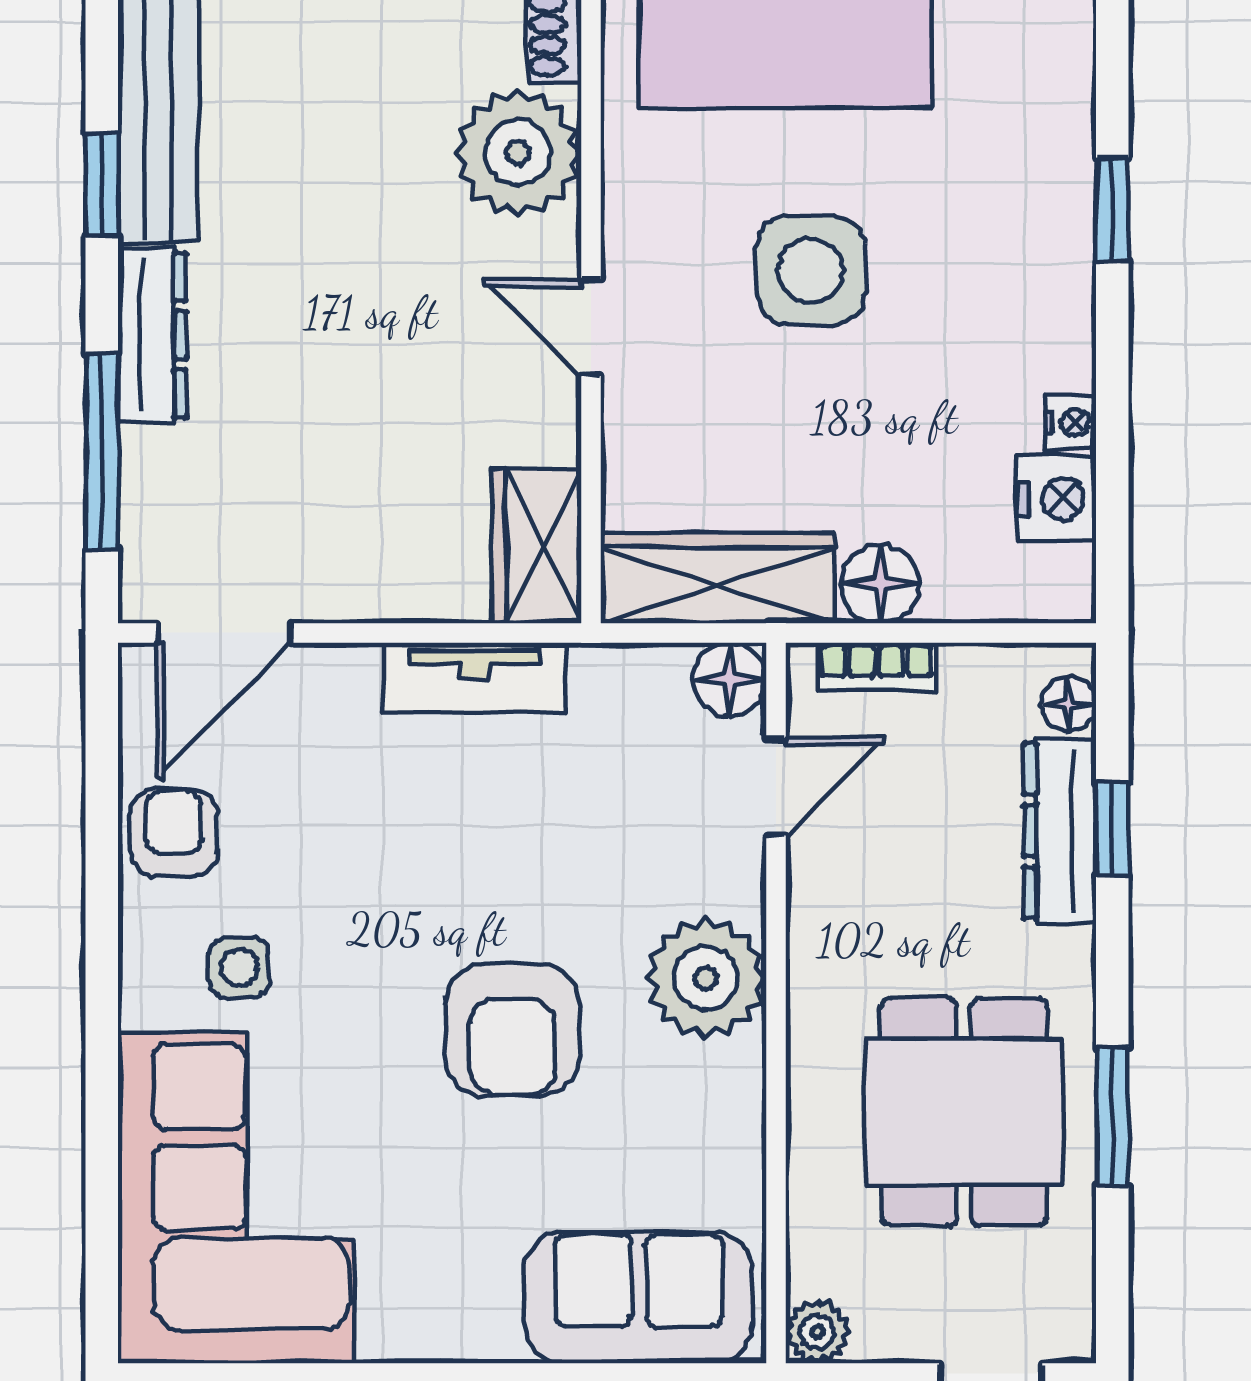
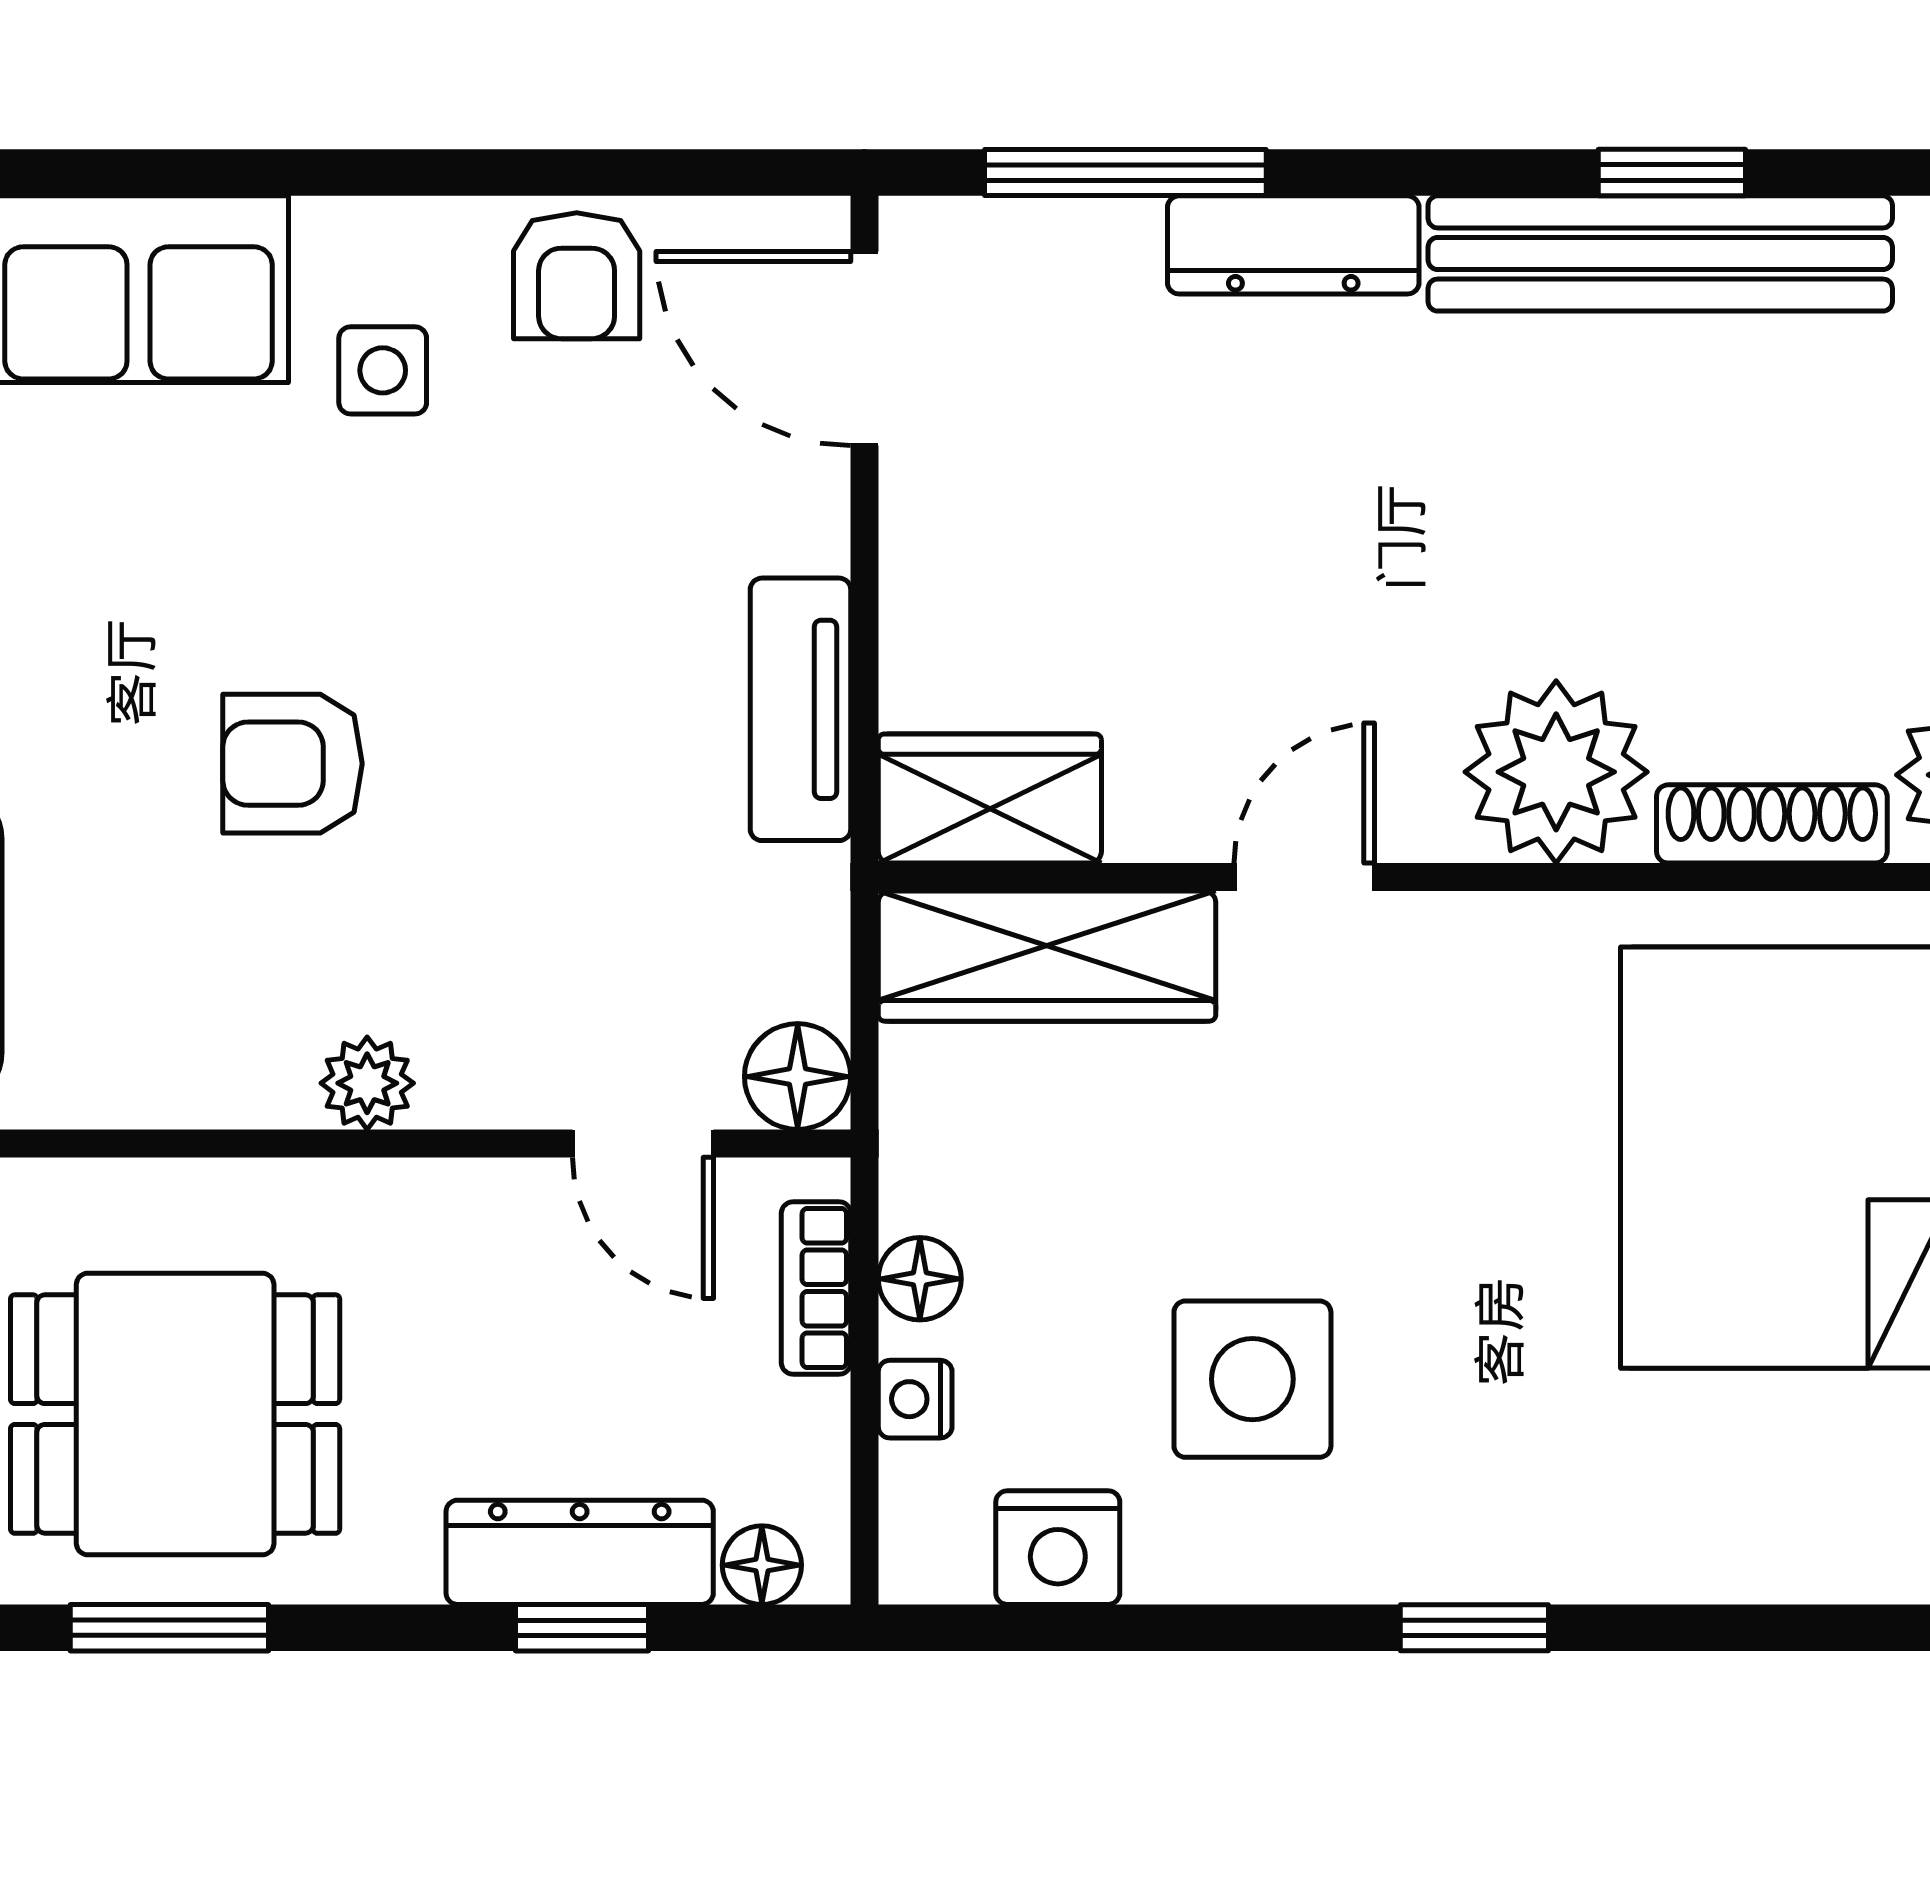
window: (102, 185) -> (1672, 173), moved
side table: (811, 270) -> (1252, 1379), moved
nightstand: (1071, 422) -> (915, 1399), moved, turned 90
wardrobe: (718, 578) -> (1047, 956), moved, turned 90
floor lamp: (881, 584) -> (920, 1279), width x0.73, depth x0.73
armchair: (173, 833) -> (577, 276), turned 90
plant: (706, 978) -> (367, 1083), width x0.53, depth x0.53
armchair: (512, 1030) -> (293, 764), width x0.72, depth x0.72

